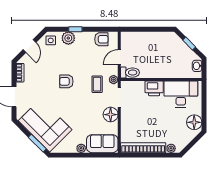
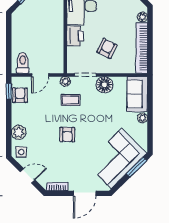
window: (75, 29) -> (9, 91), moved
door: (119, 57) -> (40, 75), hinge flipped
toilet: (130, 73) -> (23, 63), moved
armchair: (143, 117) -> (107, 48), added

